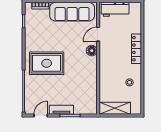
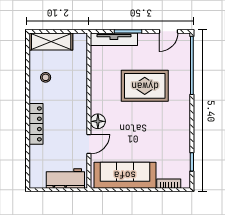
rug: (47, 63) -> (145, 86), moved
shelving: (115, 108) -> (51, 42), moved
tv unit: (61, 110) -> (114, 39), moved, width x1.41

